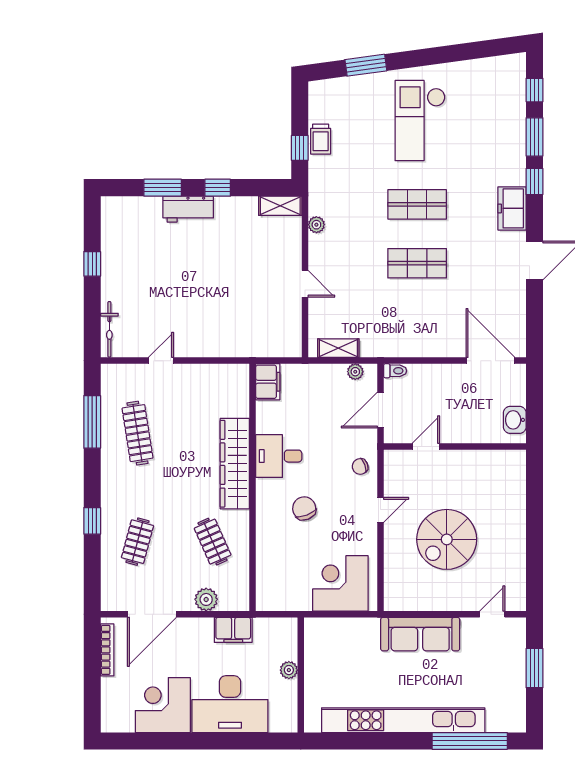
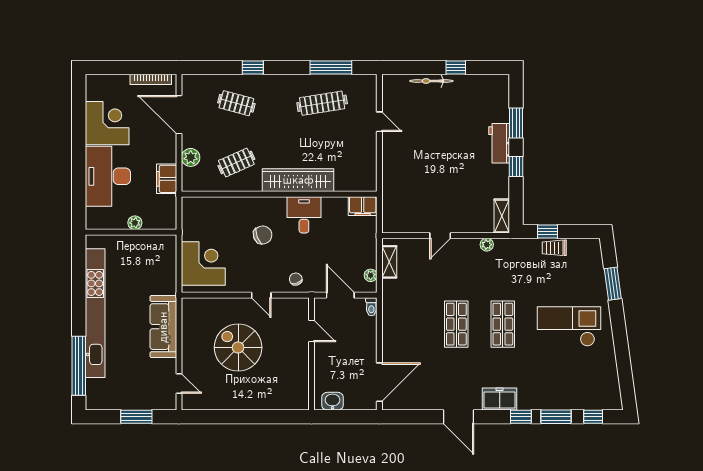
bicycle: (109, 329) -> (431, 81), moved

